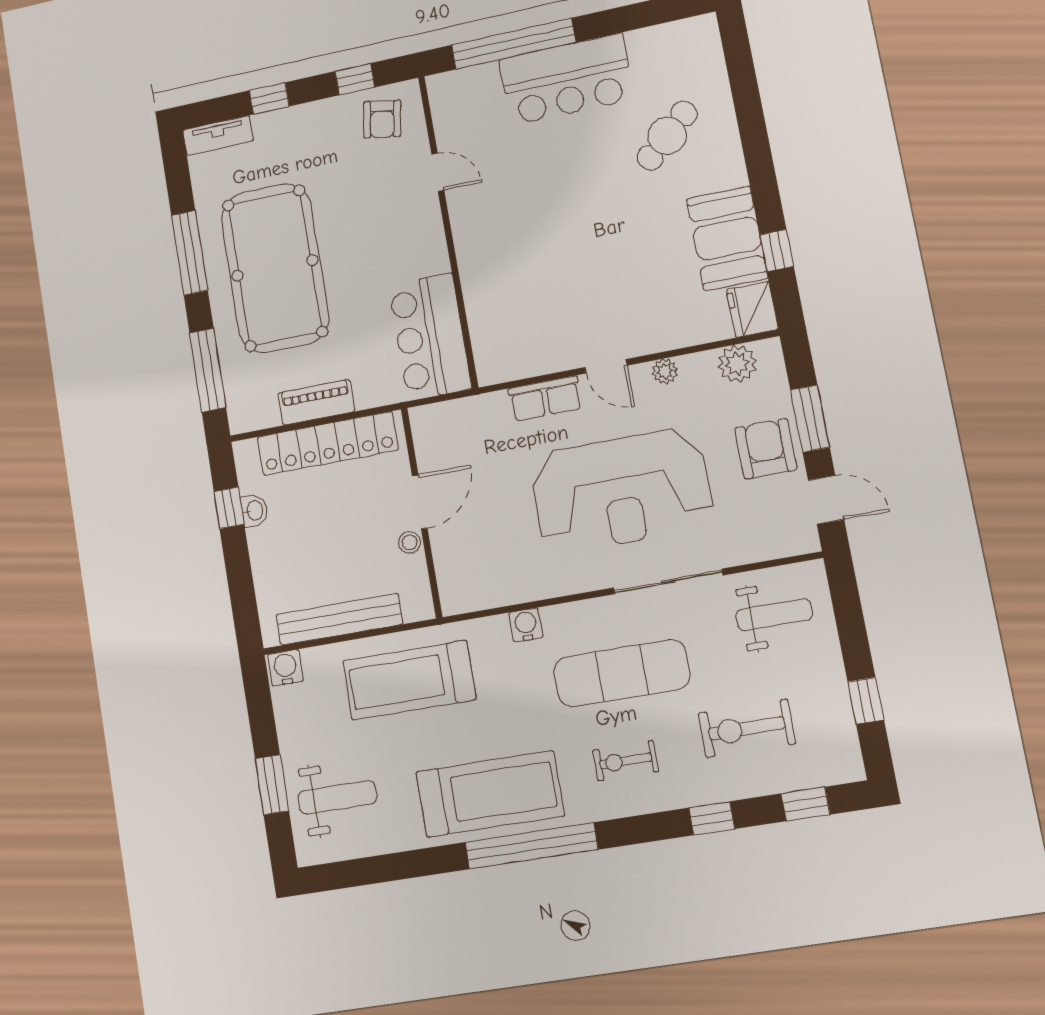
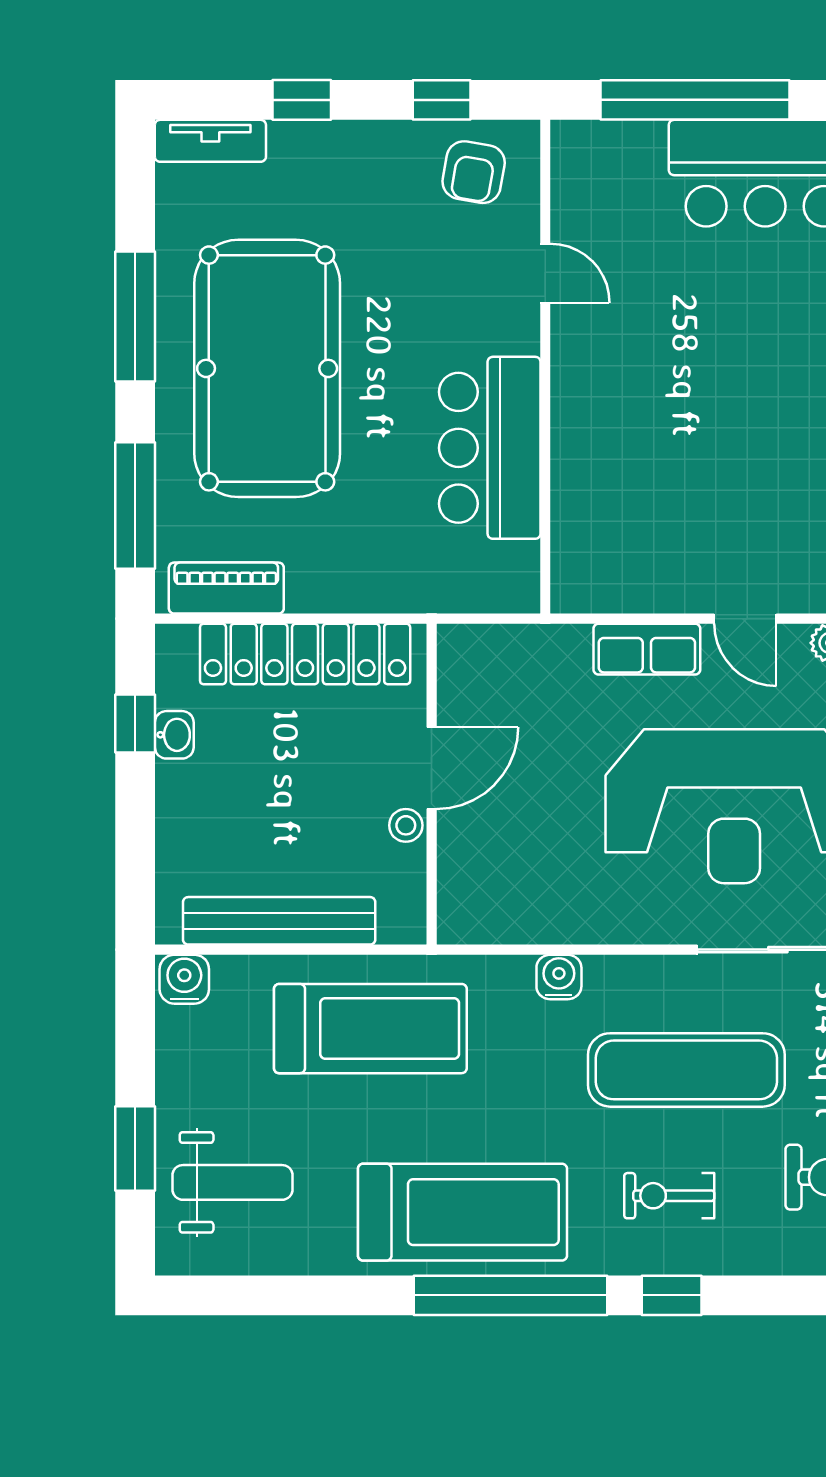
bar counter: (430, 337) -> (490, 448), moved
piano: (316, 402) -> (226, 588), moved
treadmill: (409, 680) -> (370, 1029), turned 180
window: (712, 818) -> (672, 1295), moved

